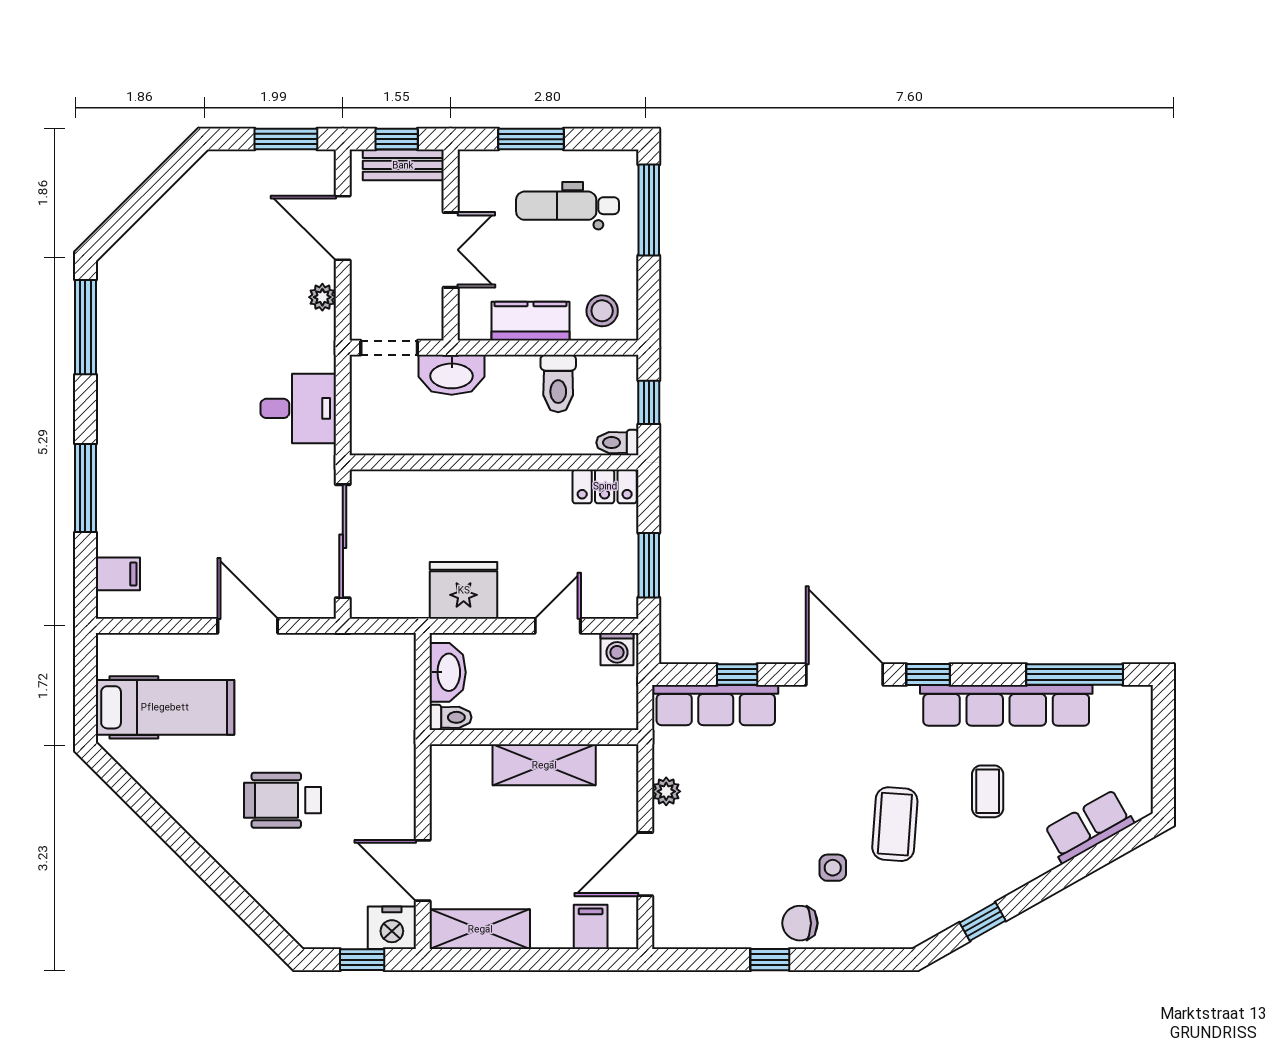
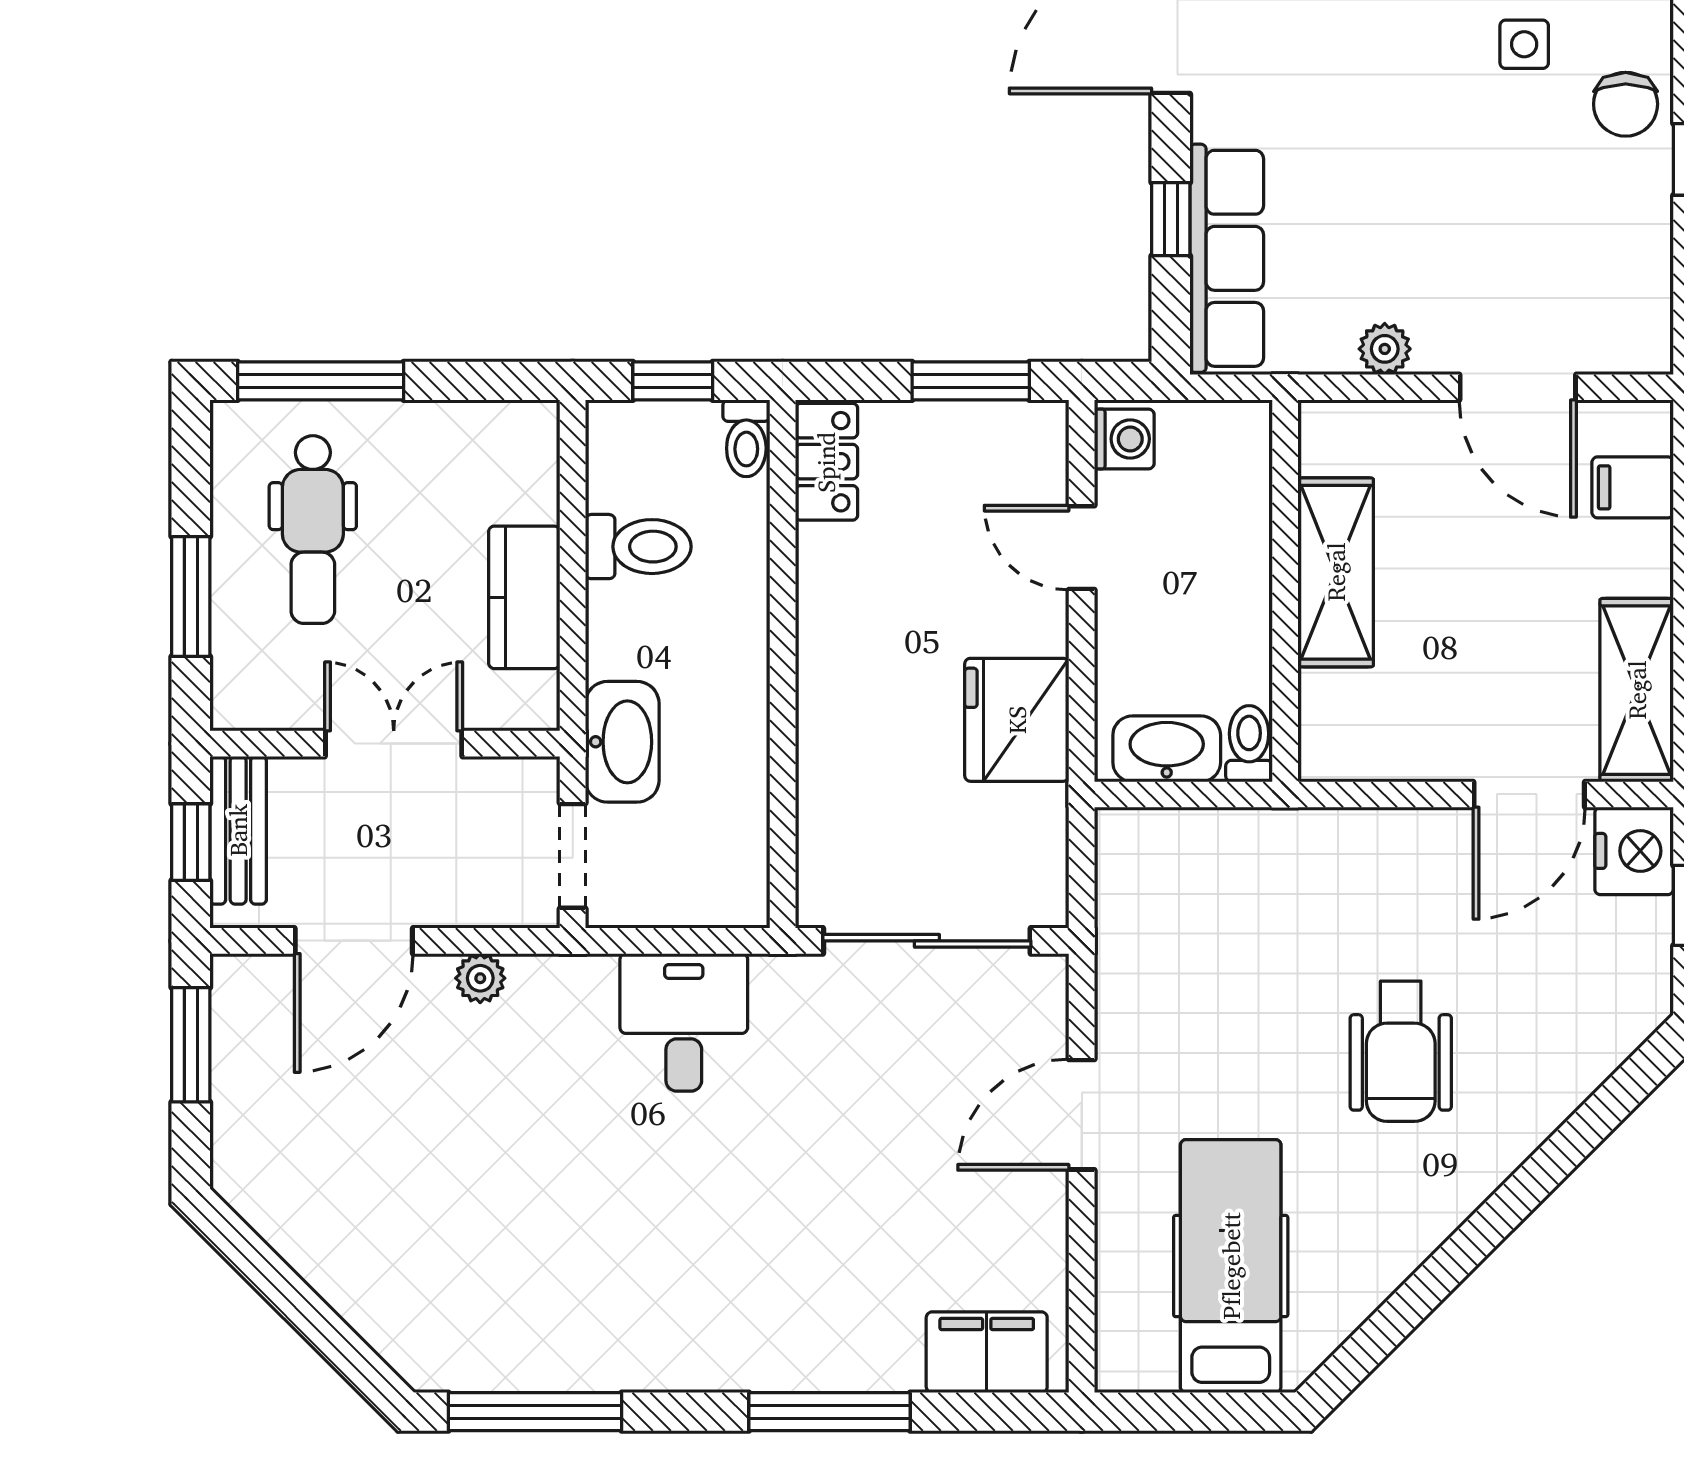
stool: (602, 311) -> (505, 466), removed
filing cabinet: (118, 574) -> (987, 1352), width x2.00

